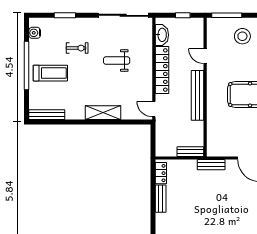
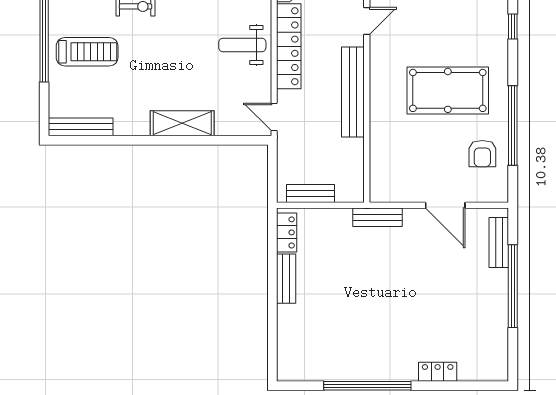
door: (205, 56) -> (367, 21), swing flipped
weight bench: (117, 60) -> (242, 45), moved
bench: (190, 152) -> (311, 194), moved

